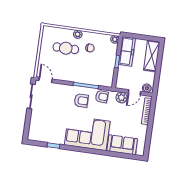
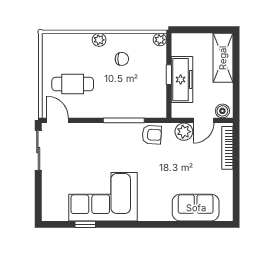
cafe table: (66, 48) -> (73, 84), moved
freezer: (127, 51) -> (182, 80), moved
armchair: (81, 100) -> (120, 146), removed
corner sofa: (87, 133) -> (103, 197), moved

